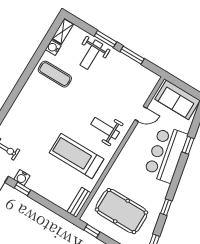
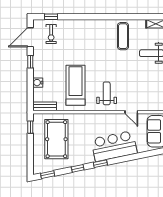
water cooler: (53, 48) -> (140, 24), removed
window: (188, 145) -> (100, 164), moved
water cooler: (22, 178) -> (38, 83), moved

